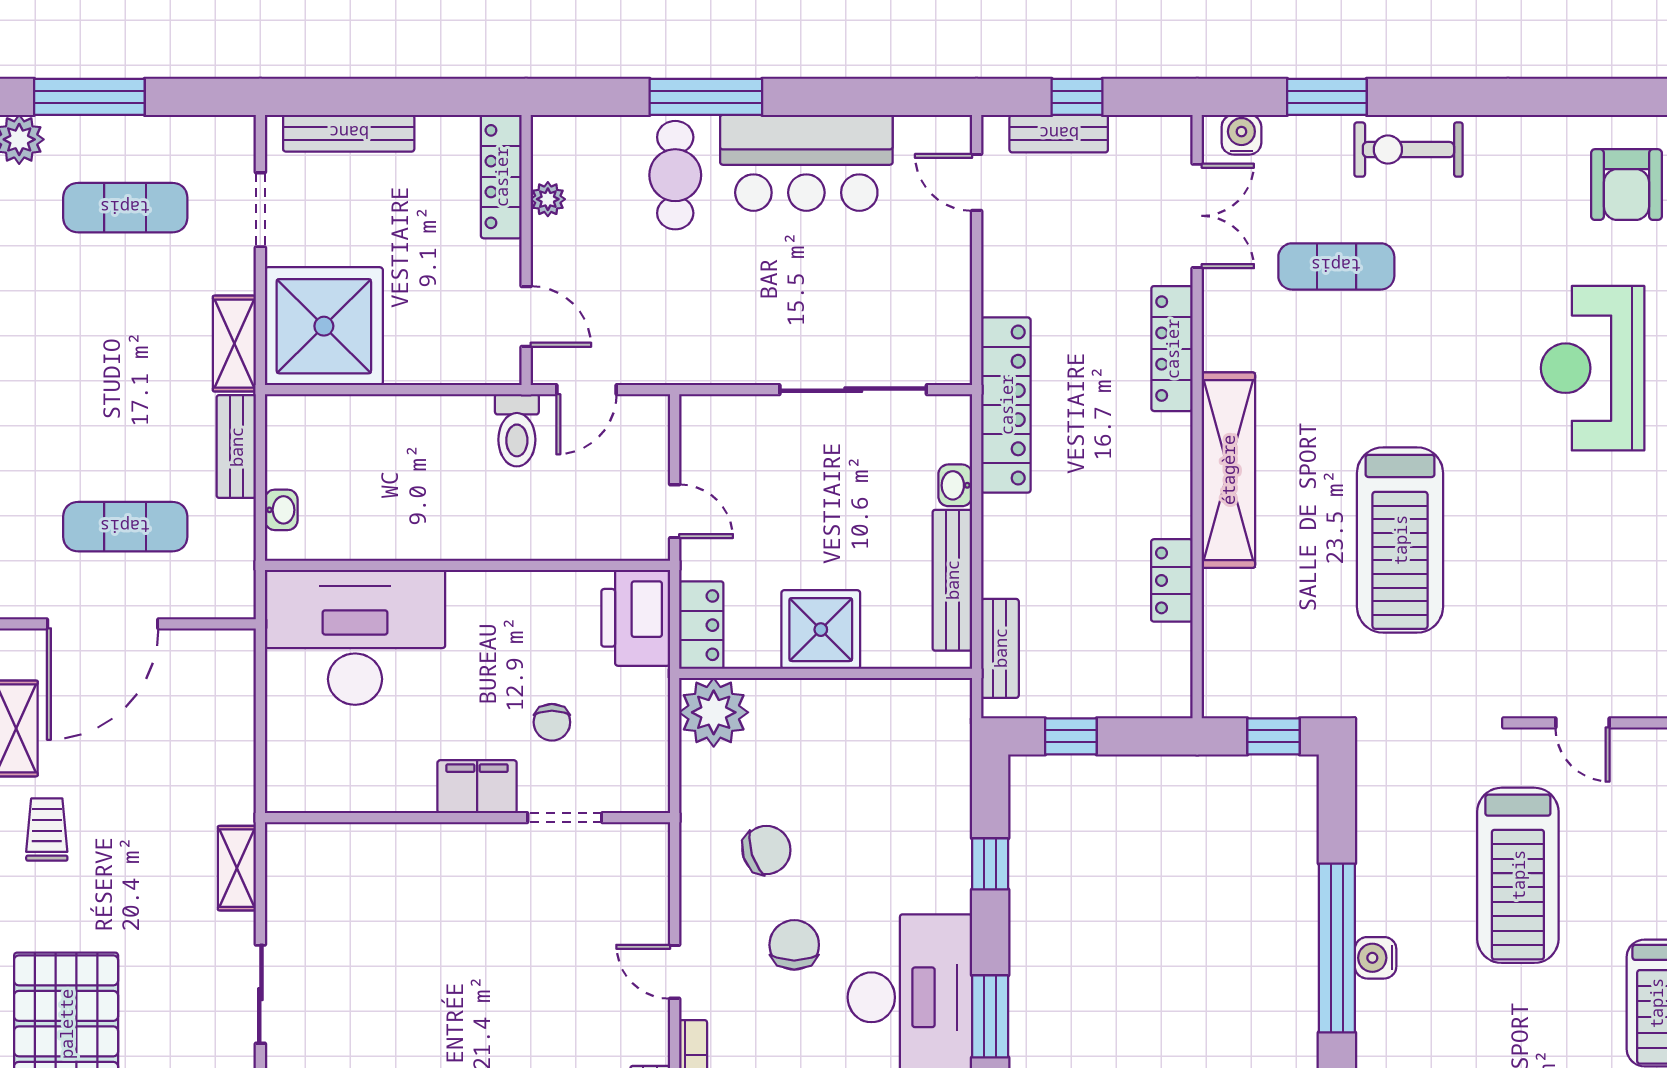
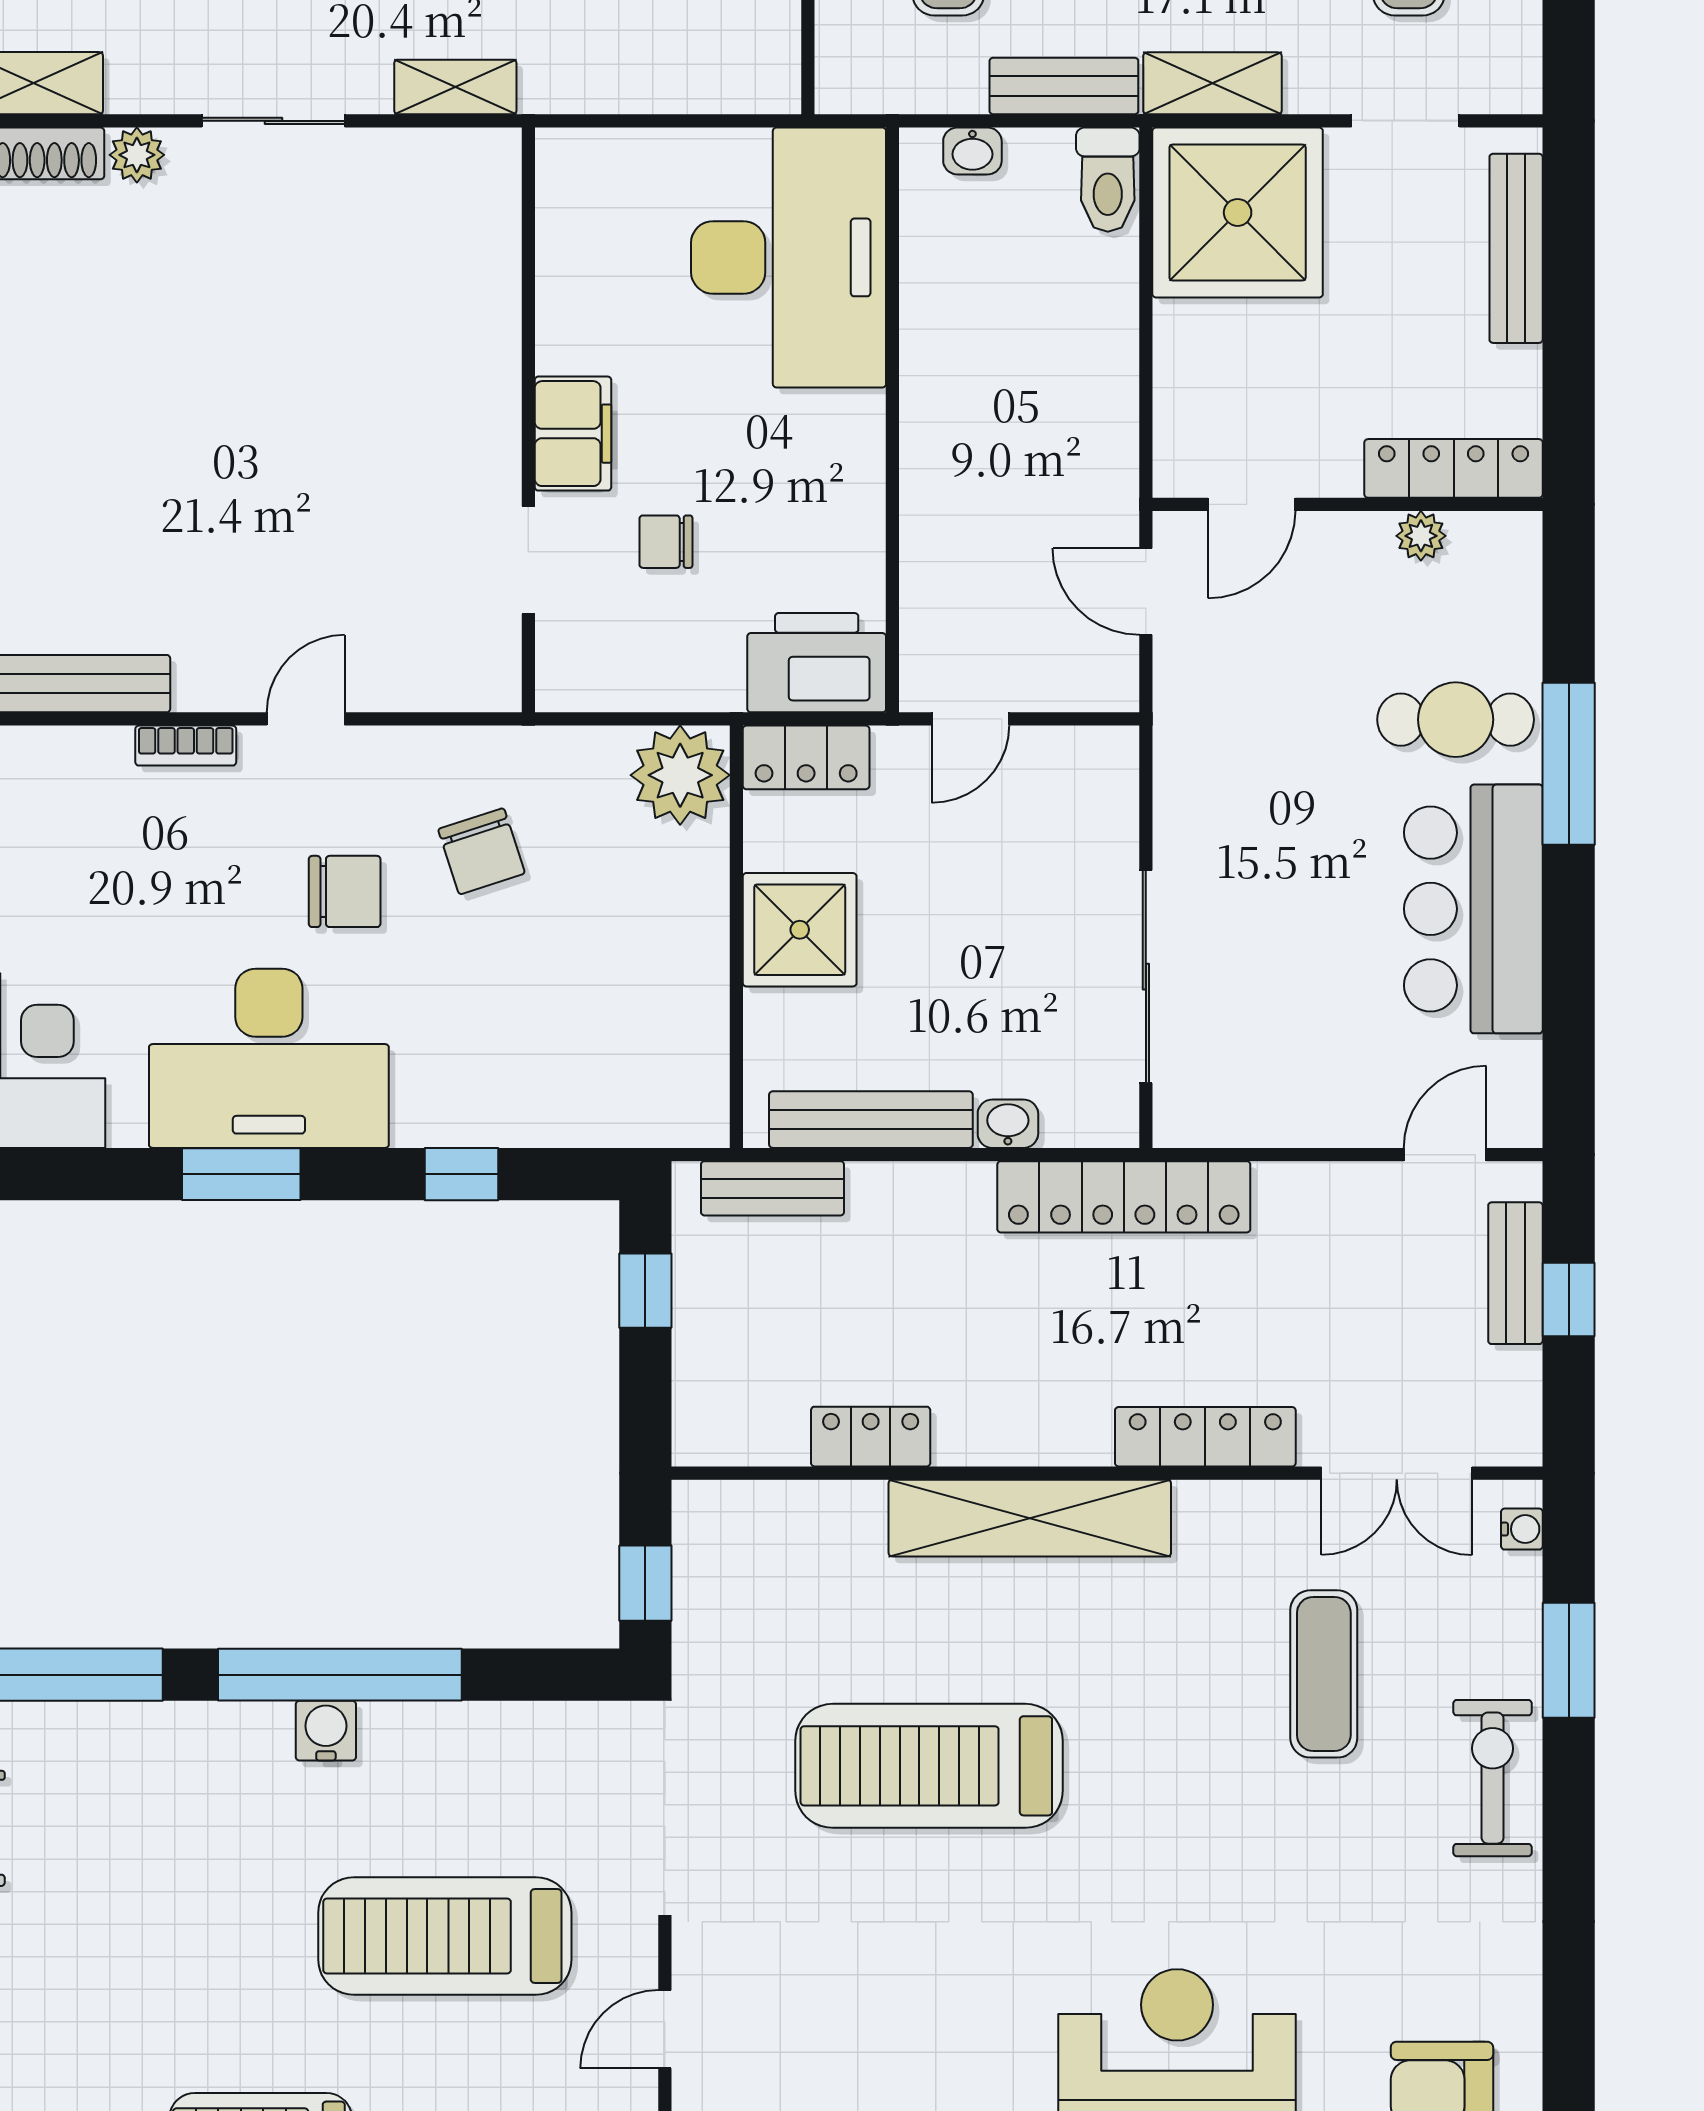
water cooler: (1241, 135) -> (1522, 1529), width x0.72, depth x0.72
toilet: (517, 430) -> (1108, 180), moved, turned -90

